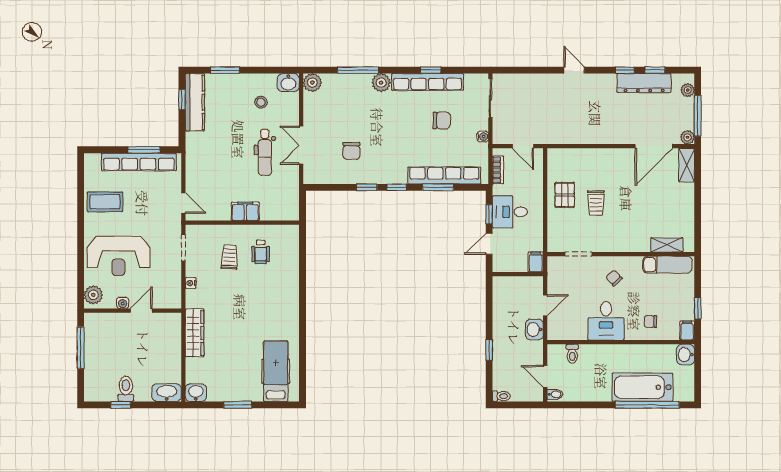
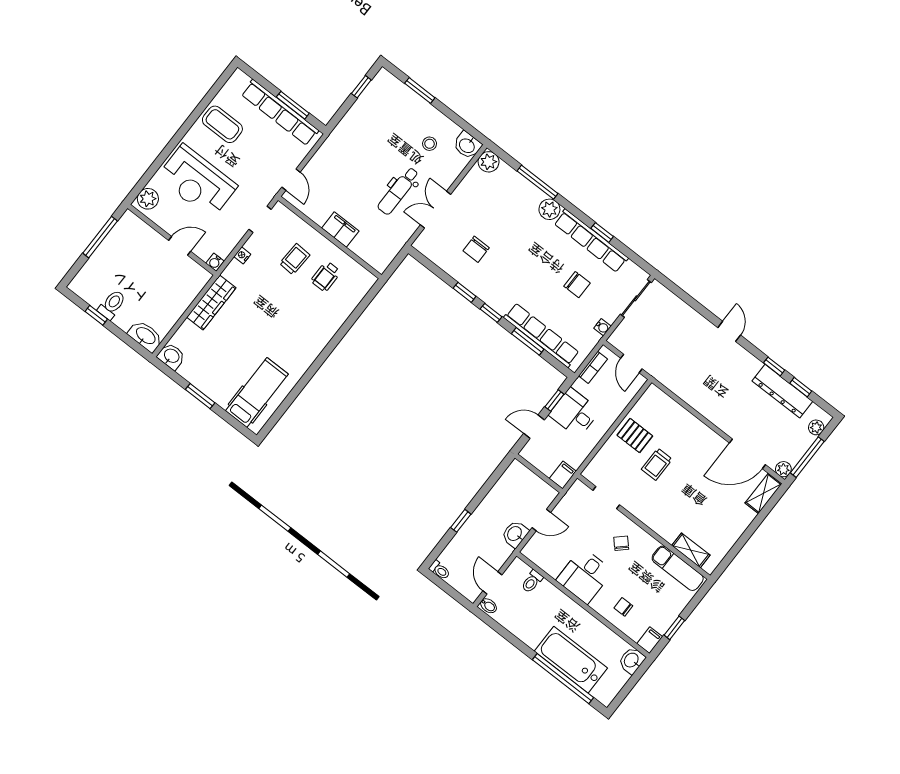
kitchen counter: (195, 102) -> (371, 98), removed
pallet: (565, 195) -> (635, 436), turned 90
water cooler: (123, 303) -> (215, 262), moved

